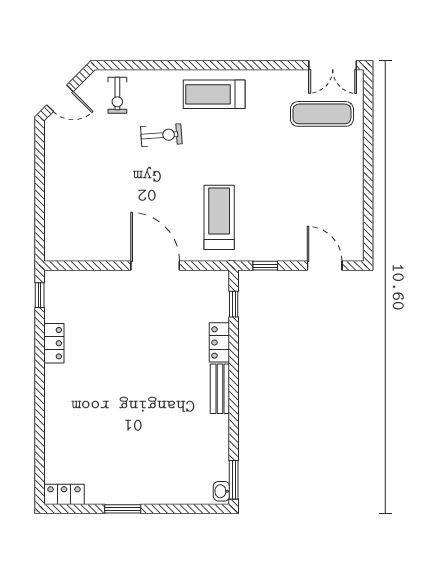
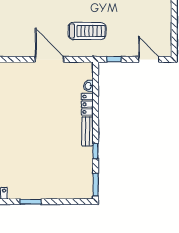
treadmill: (219, 217) -> (87, 31), turned 90
window: (234, 304) -> (96, 151), moved
washbasin: (221, 491) -> (88, 86), moved

